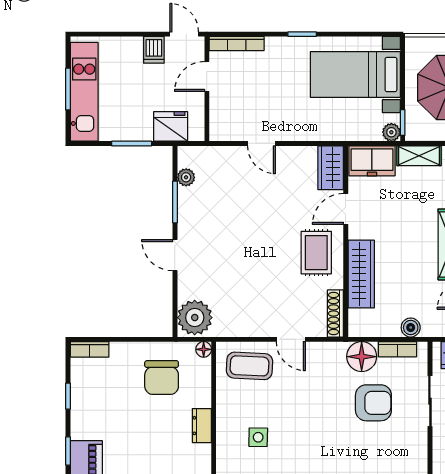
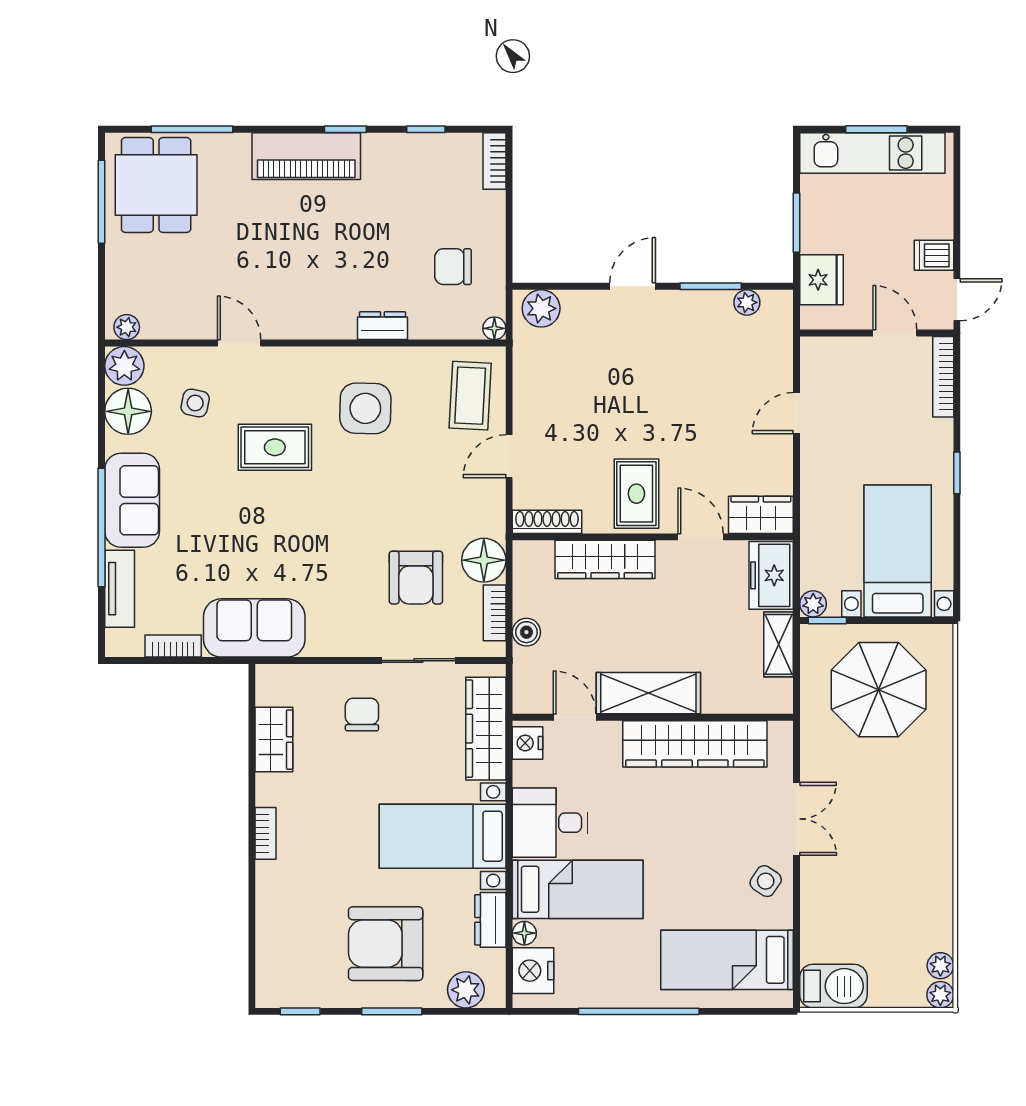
rug: (316, 253) -> (636, 494), turned 90
plant: (195, 318) -> (541, 308), width x0.73, depth x0.73
chair: (162, 378) -> (453, 267), width x0.73, depth x0.73
side table: (258, 437) -> (365, 408), width x1.87, depth x1.87

